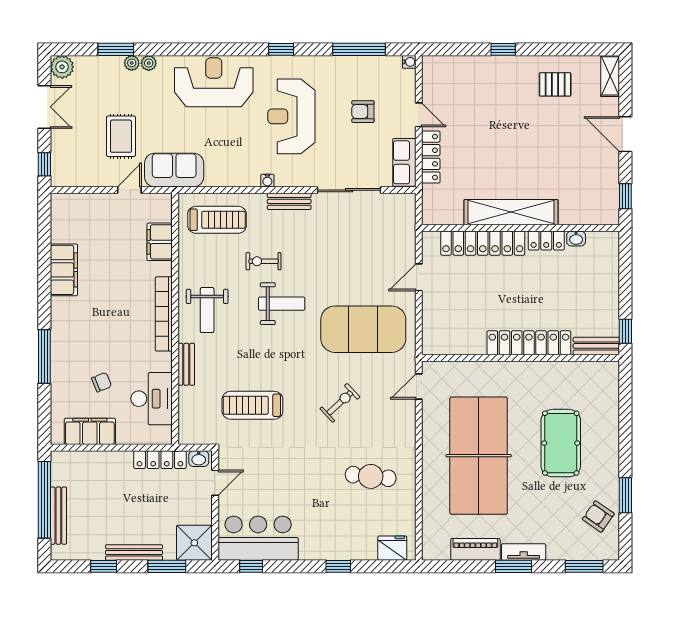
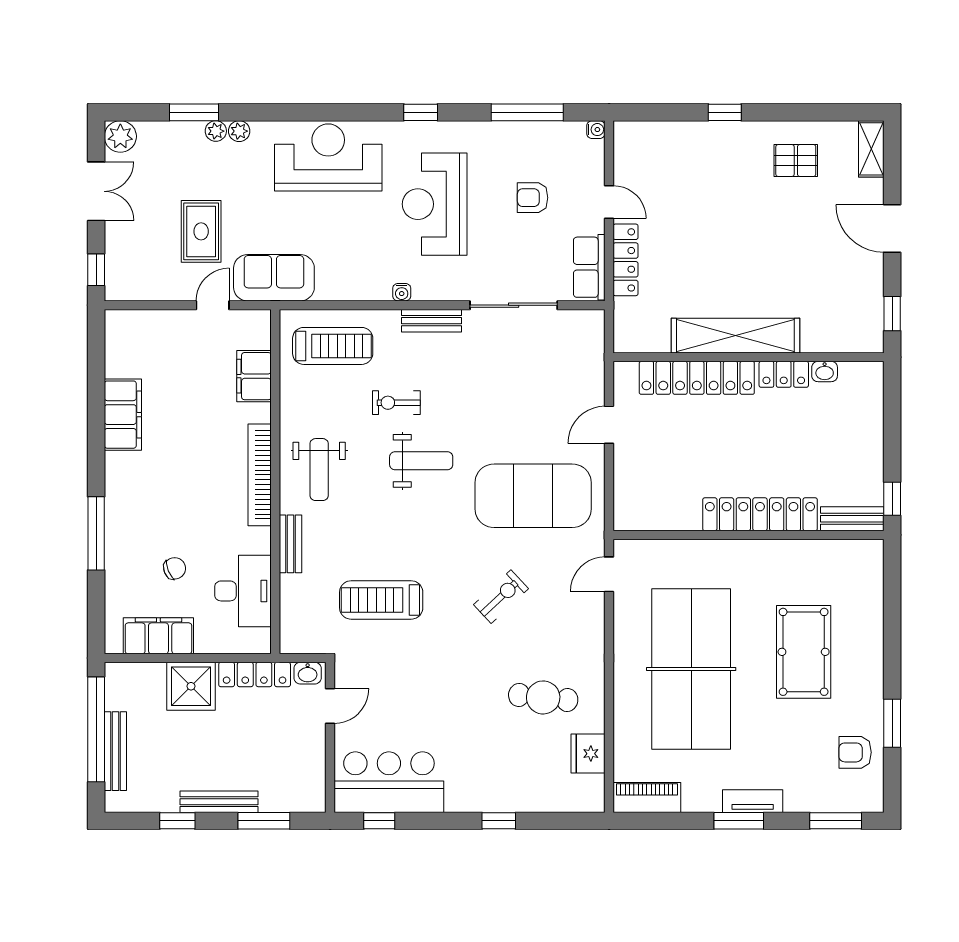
armchair: (598, 516) -> (855, 752), turned -35
shower: (194, 543) -> (191, 686), moved
fridge: (392, 548) -> (588, 754), moved, turned -90
piano: (475, 549) -> (647, 797), moved

